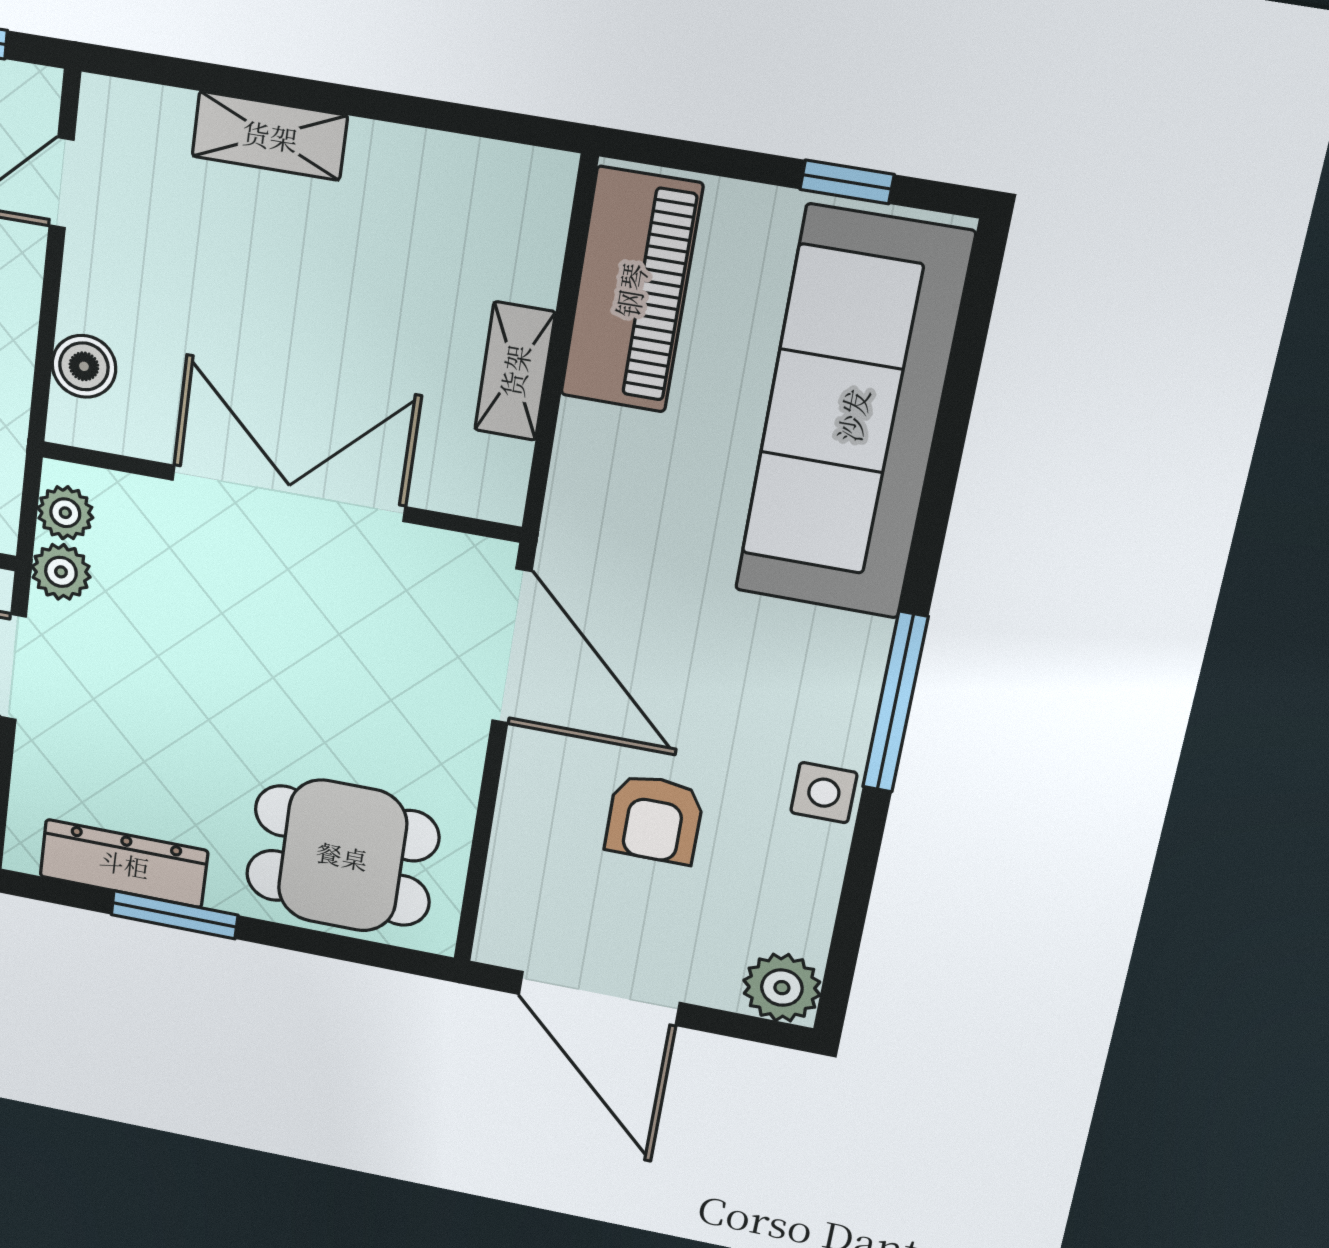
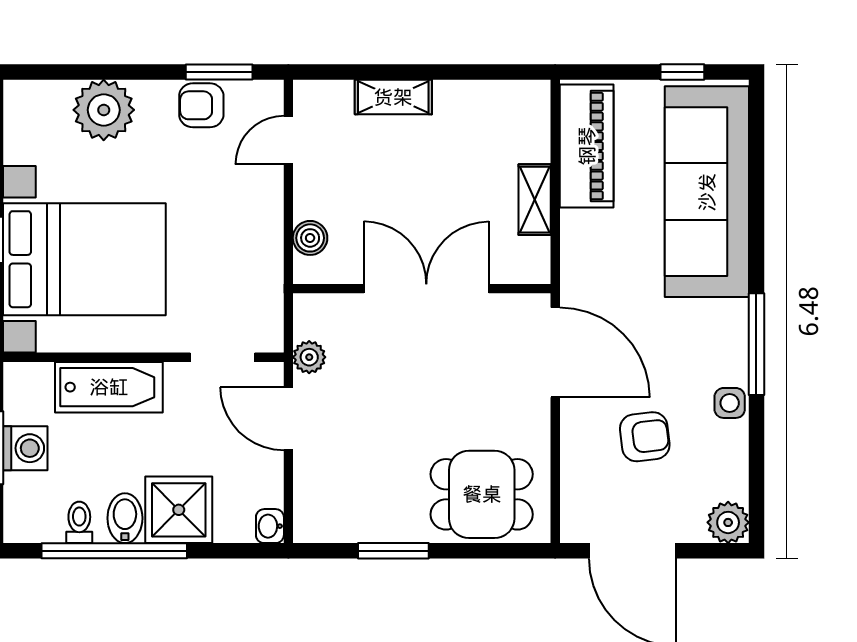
plant: (65, 513) -> (308, 323), removed
armchair: (654, 819) -> (645, 437), turned -97
dresser: (124, 864) -> (362, 525), removed

